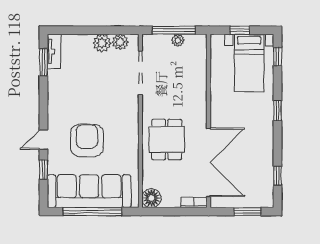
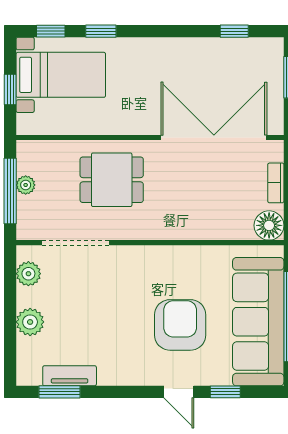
plant: (102, 43) -> (30, 322), moved
tv unit: (54, 51) -> (70, 376), moved
window: (278, 111) -> (101, 31), moved
dining table: (167, 139) -> (112, 180), moved
armchair: (87, 140) -> (180, 325), turned 90
bookcase: (194, 203) -> (276, 183), moved

